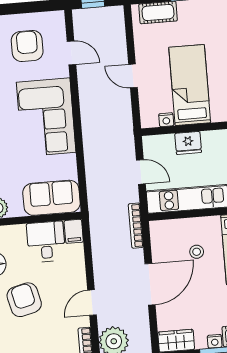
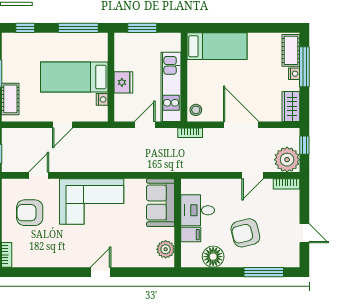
bookcase: (136, 226) -> (190, 133), width x0.64
filing cabinet: (74, 231) -> (191, 235), moved
stool: (197, 252) -> (196, 110), moved
door: (92, 303) -> (253, 175), hinge flipped

